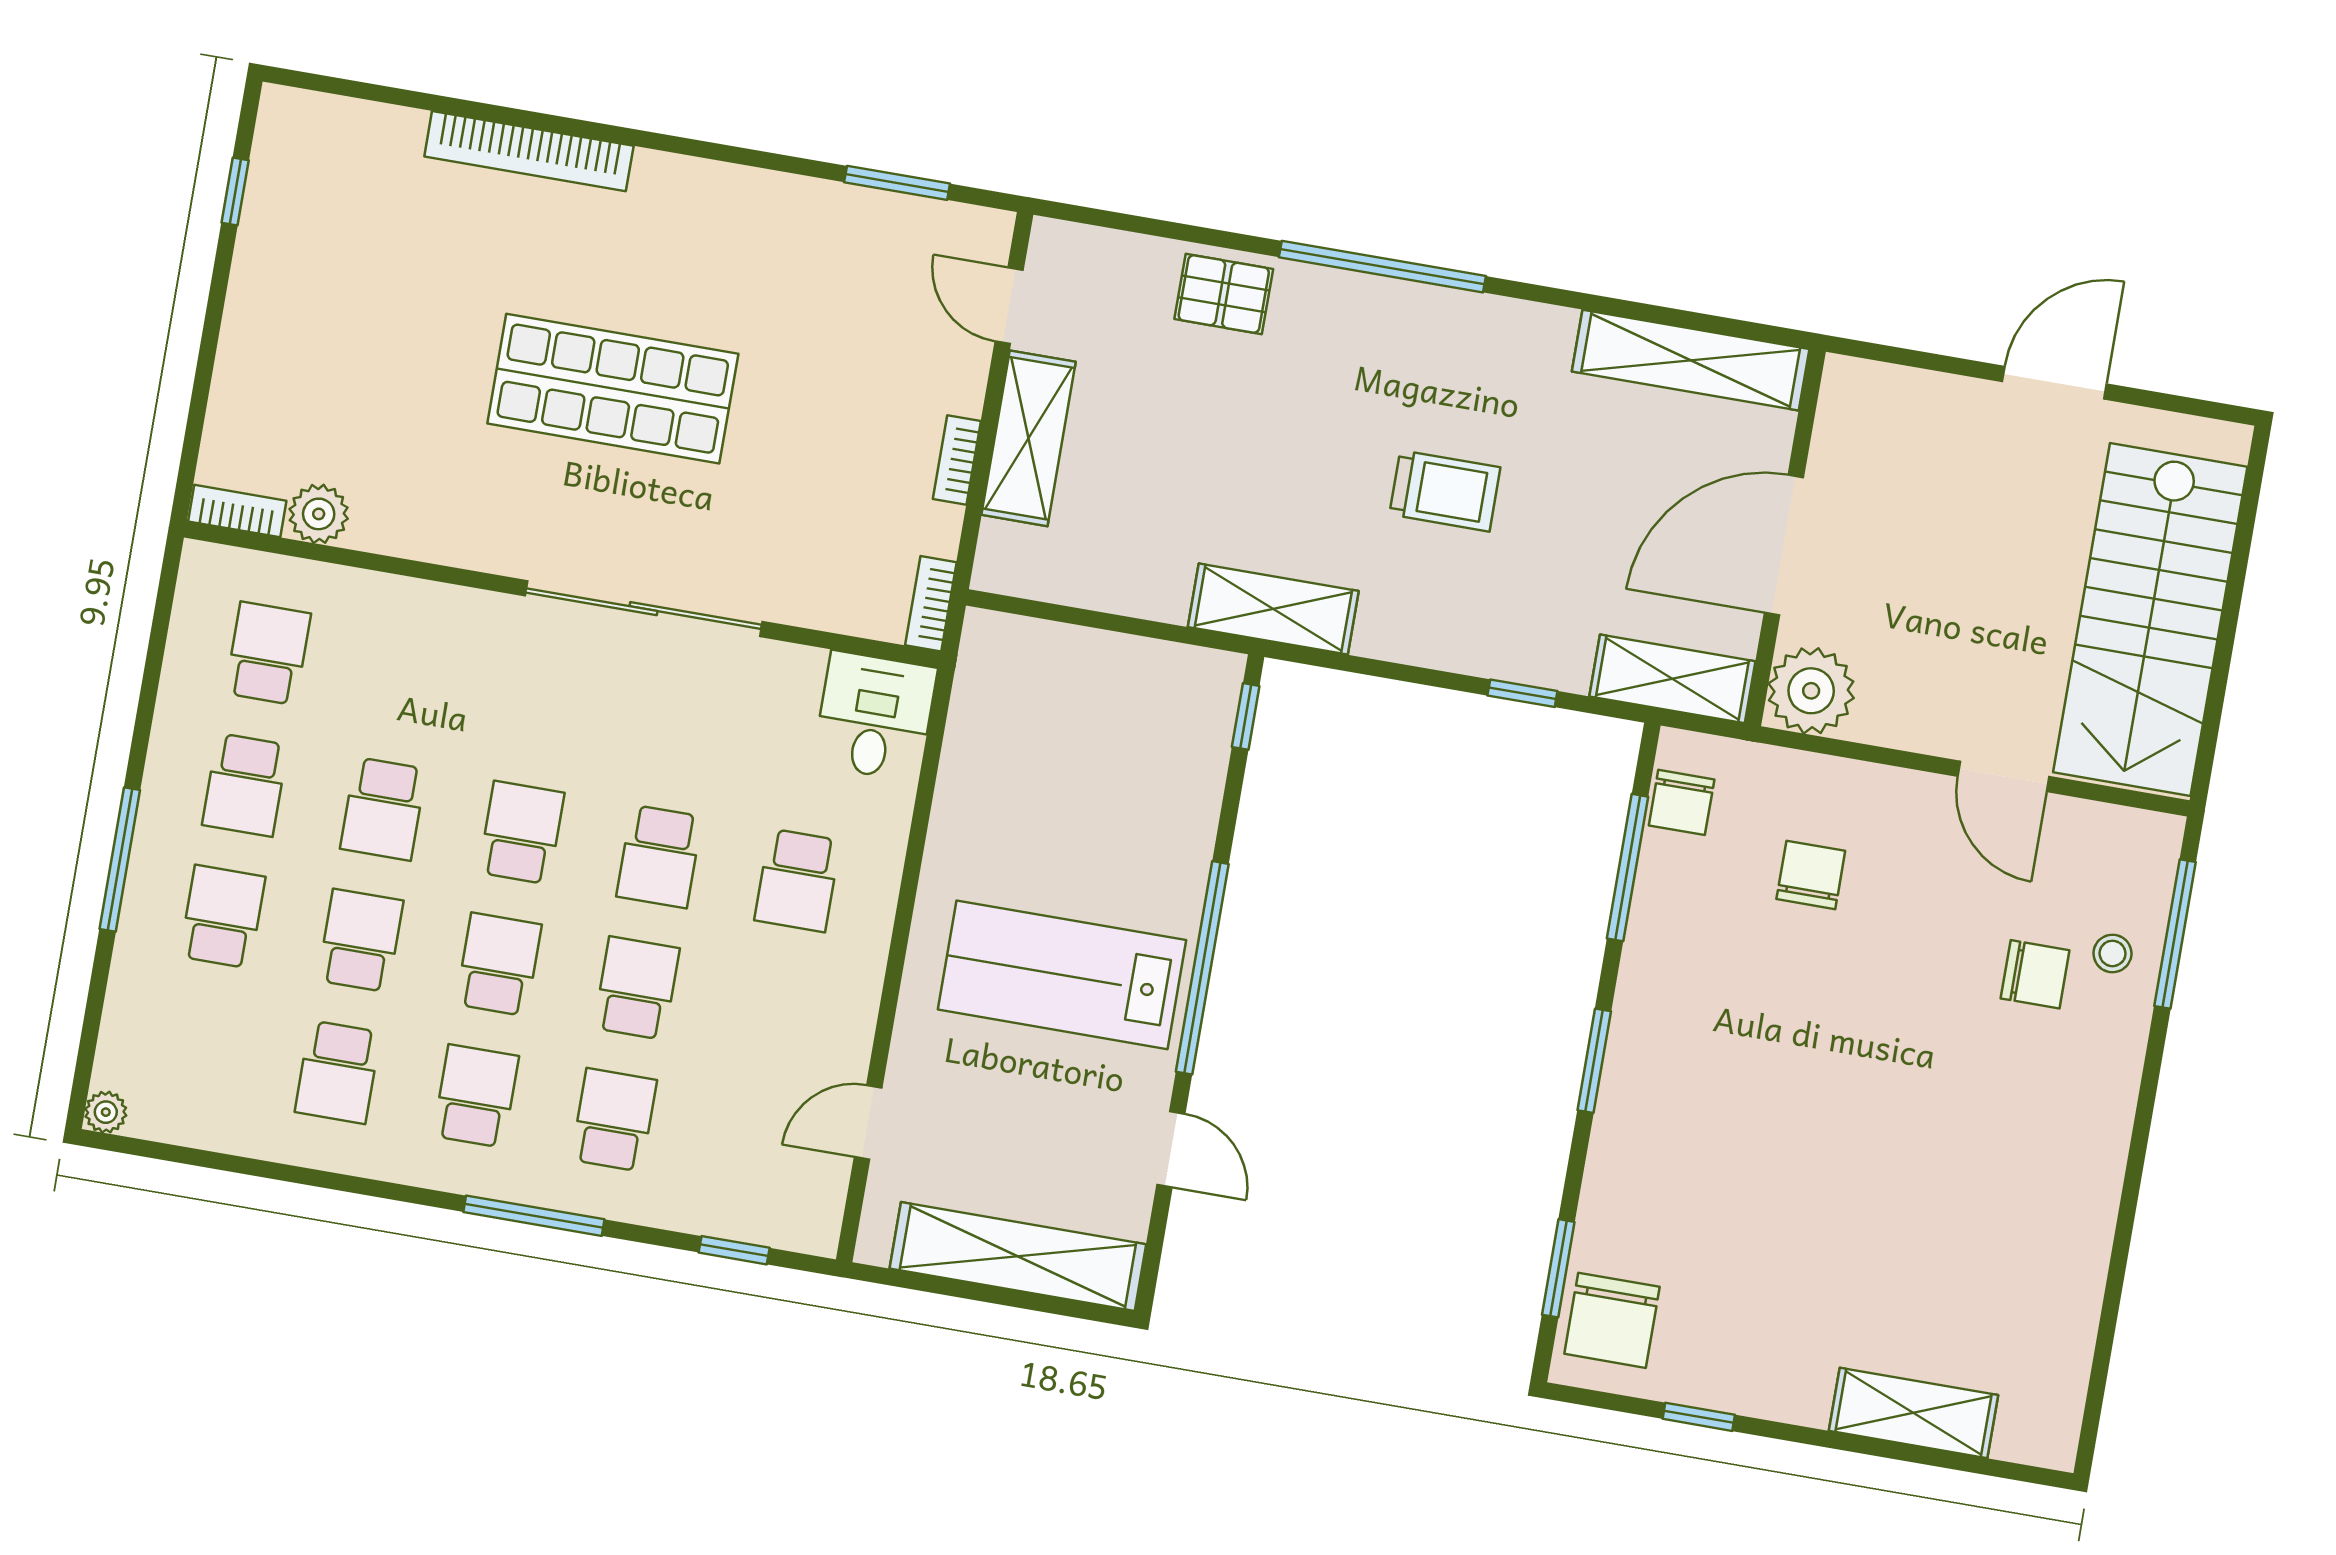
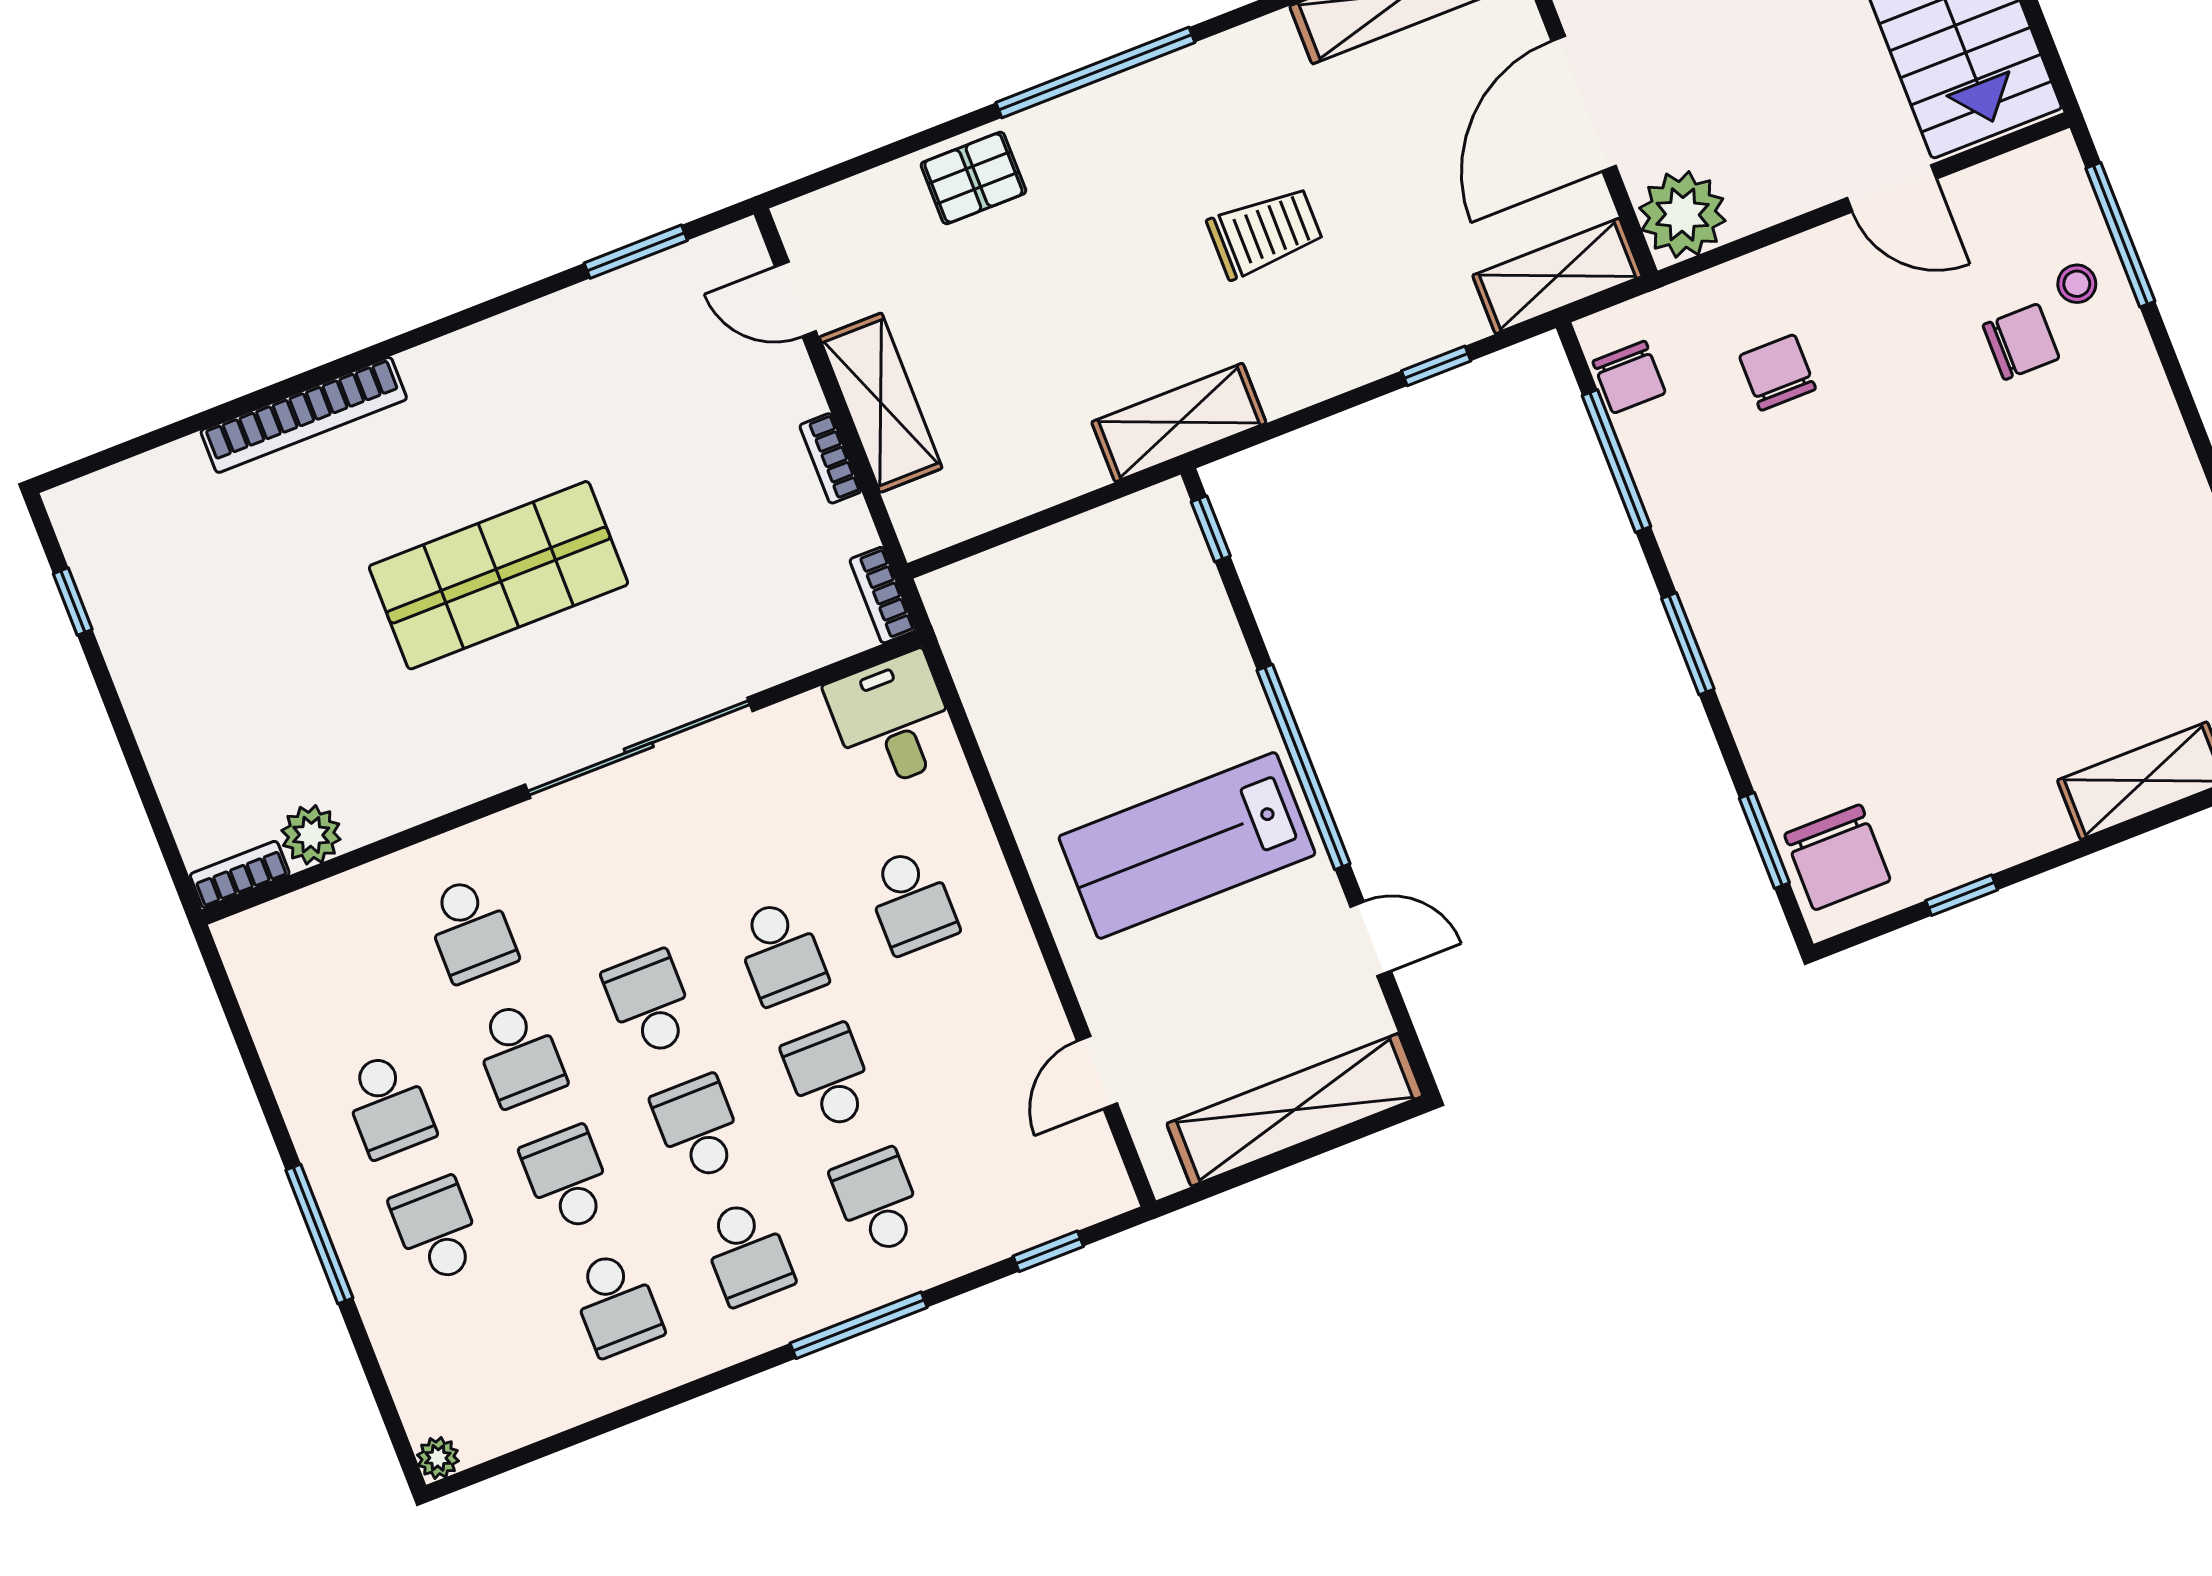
school desk: (268, 653) -> (470, 930), moved, turned 180
school desk: (476, 1096) -> (747, 1253), turned 180

